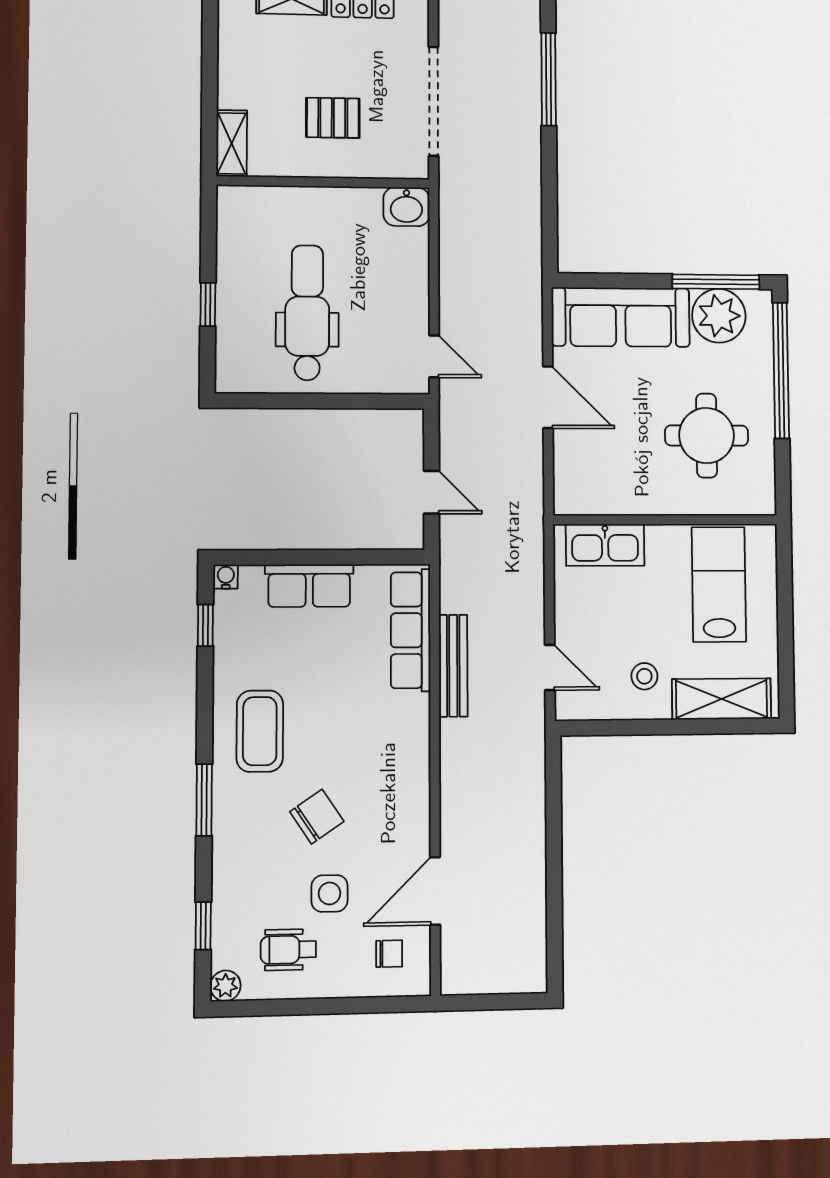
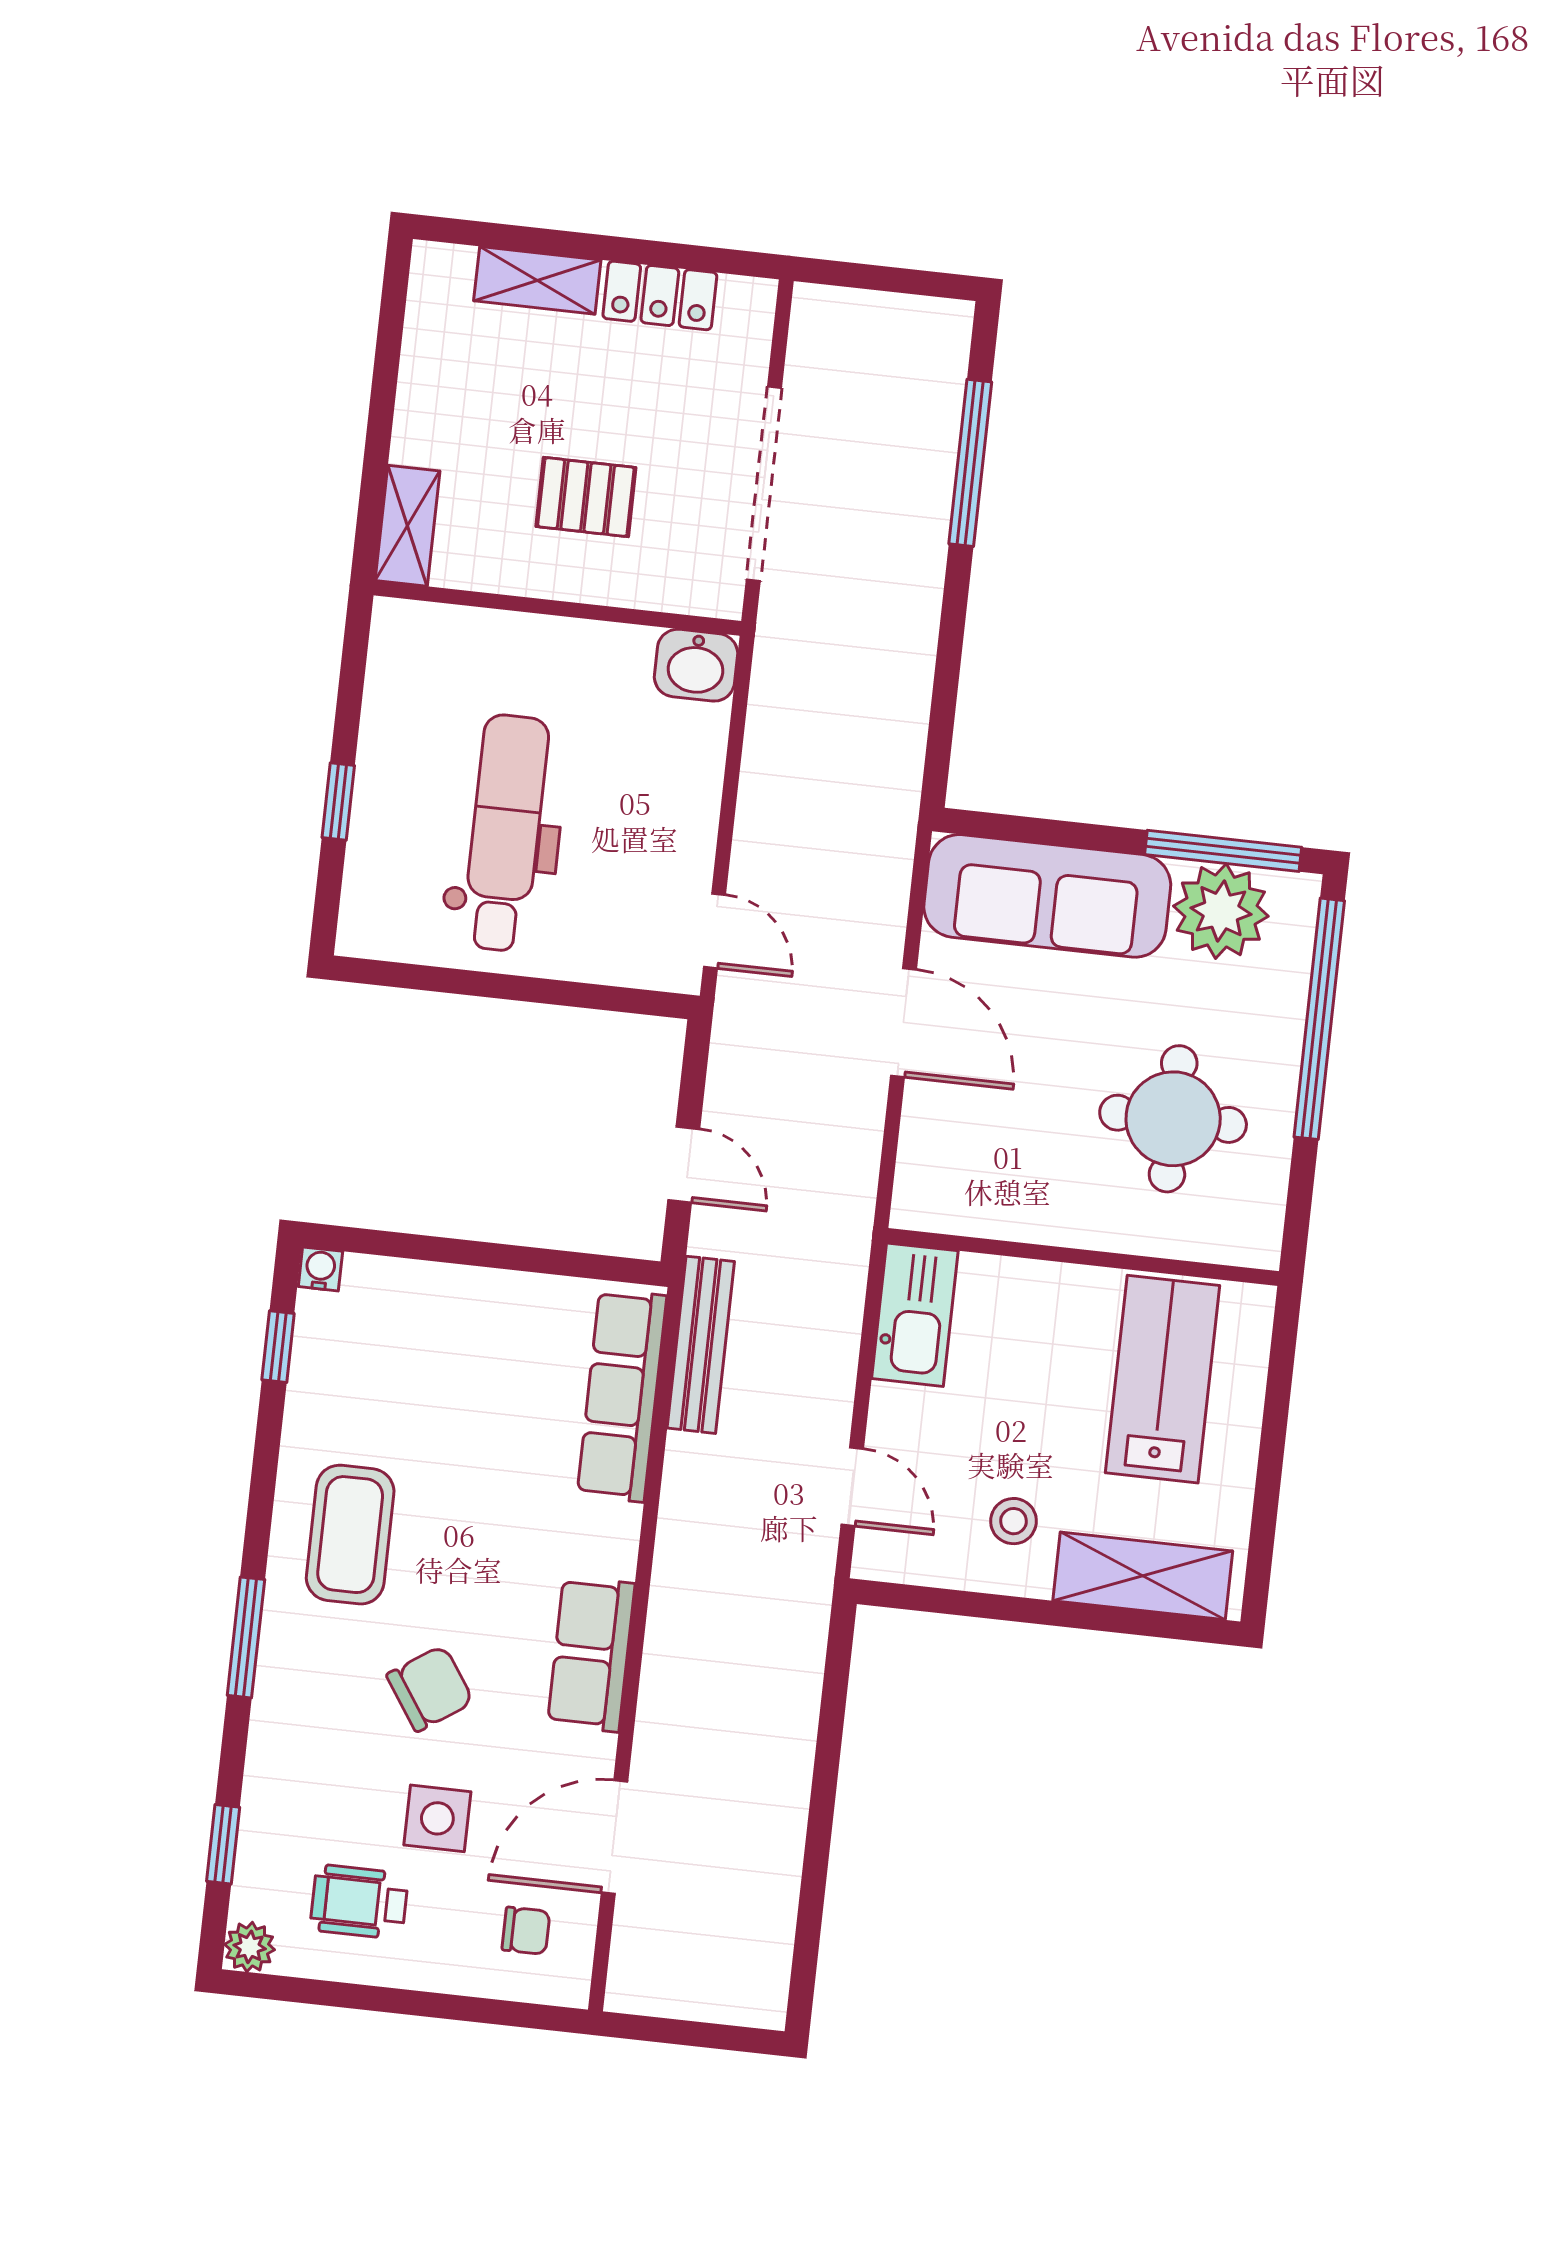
kitchen sink: (605, 545) -> (915, 1315), moved, turned -90
row of seats: (309, 586) -> (591, 1654), moved, turned 90
bench: (453, 666) -> (701, 1345), moved

